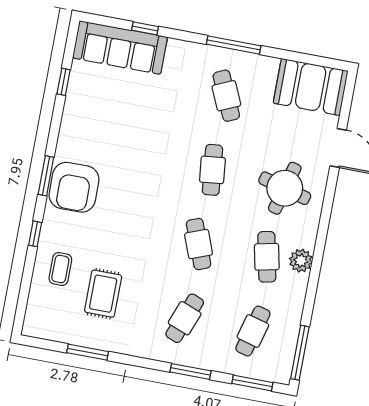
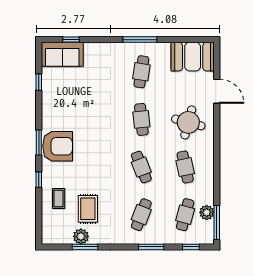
window: (145, 28) -> (71, 40), moved
sofa: (120, 47) -> (62, 54), width x0.73
cafe table: (226, 96) -> (141, 72), turned 33
armchair: (74, 187) -> (58, 146), turned -90
plant: (301, 261) -> (207, 212), moved
plant: (84, 335) -> (81, 236), added
window: (252, 383) -> (191, 247), width x0.67

